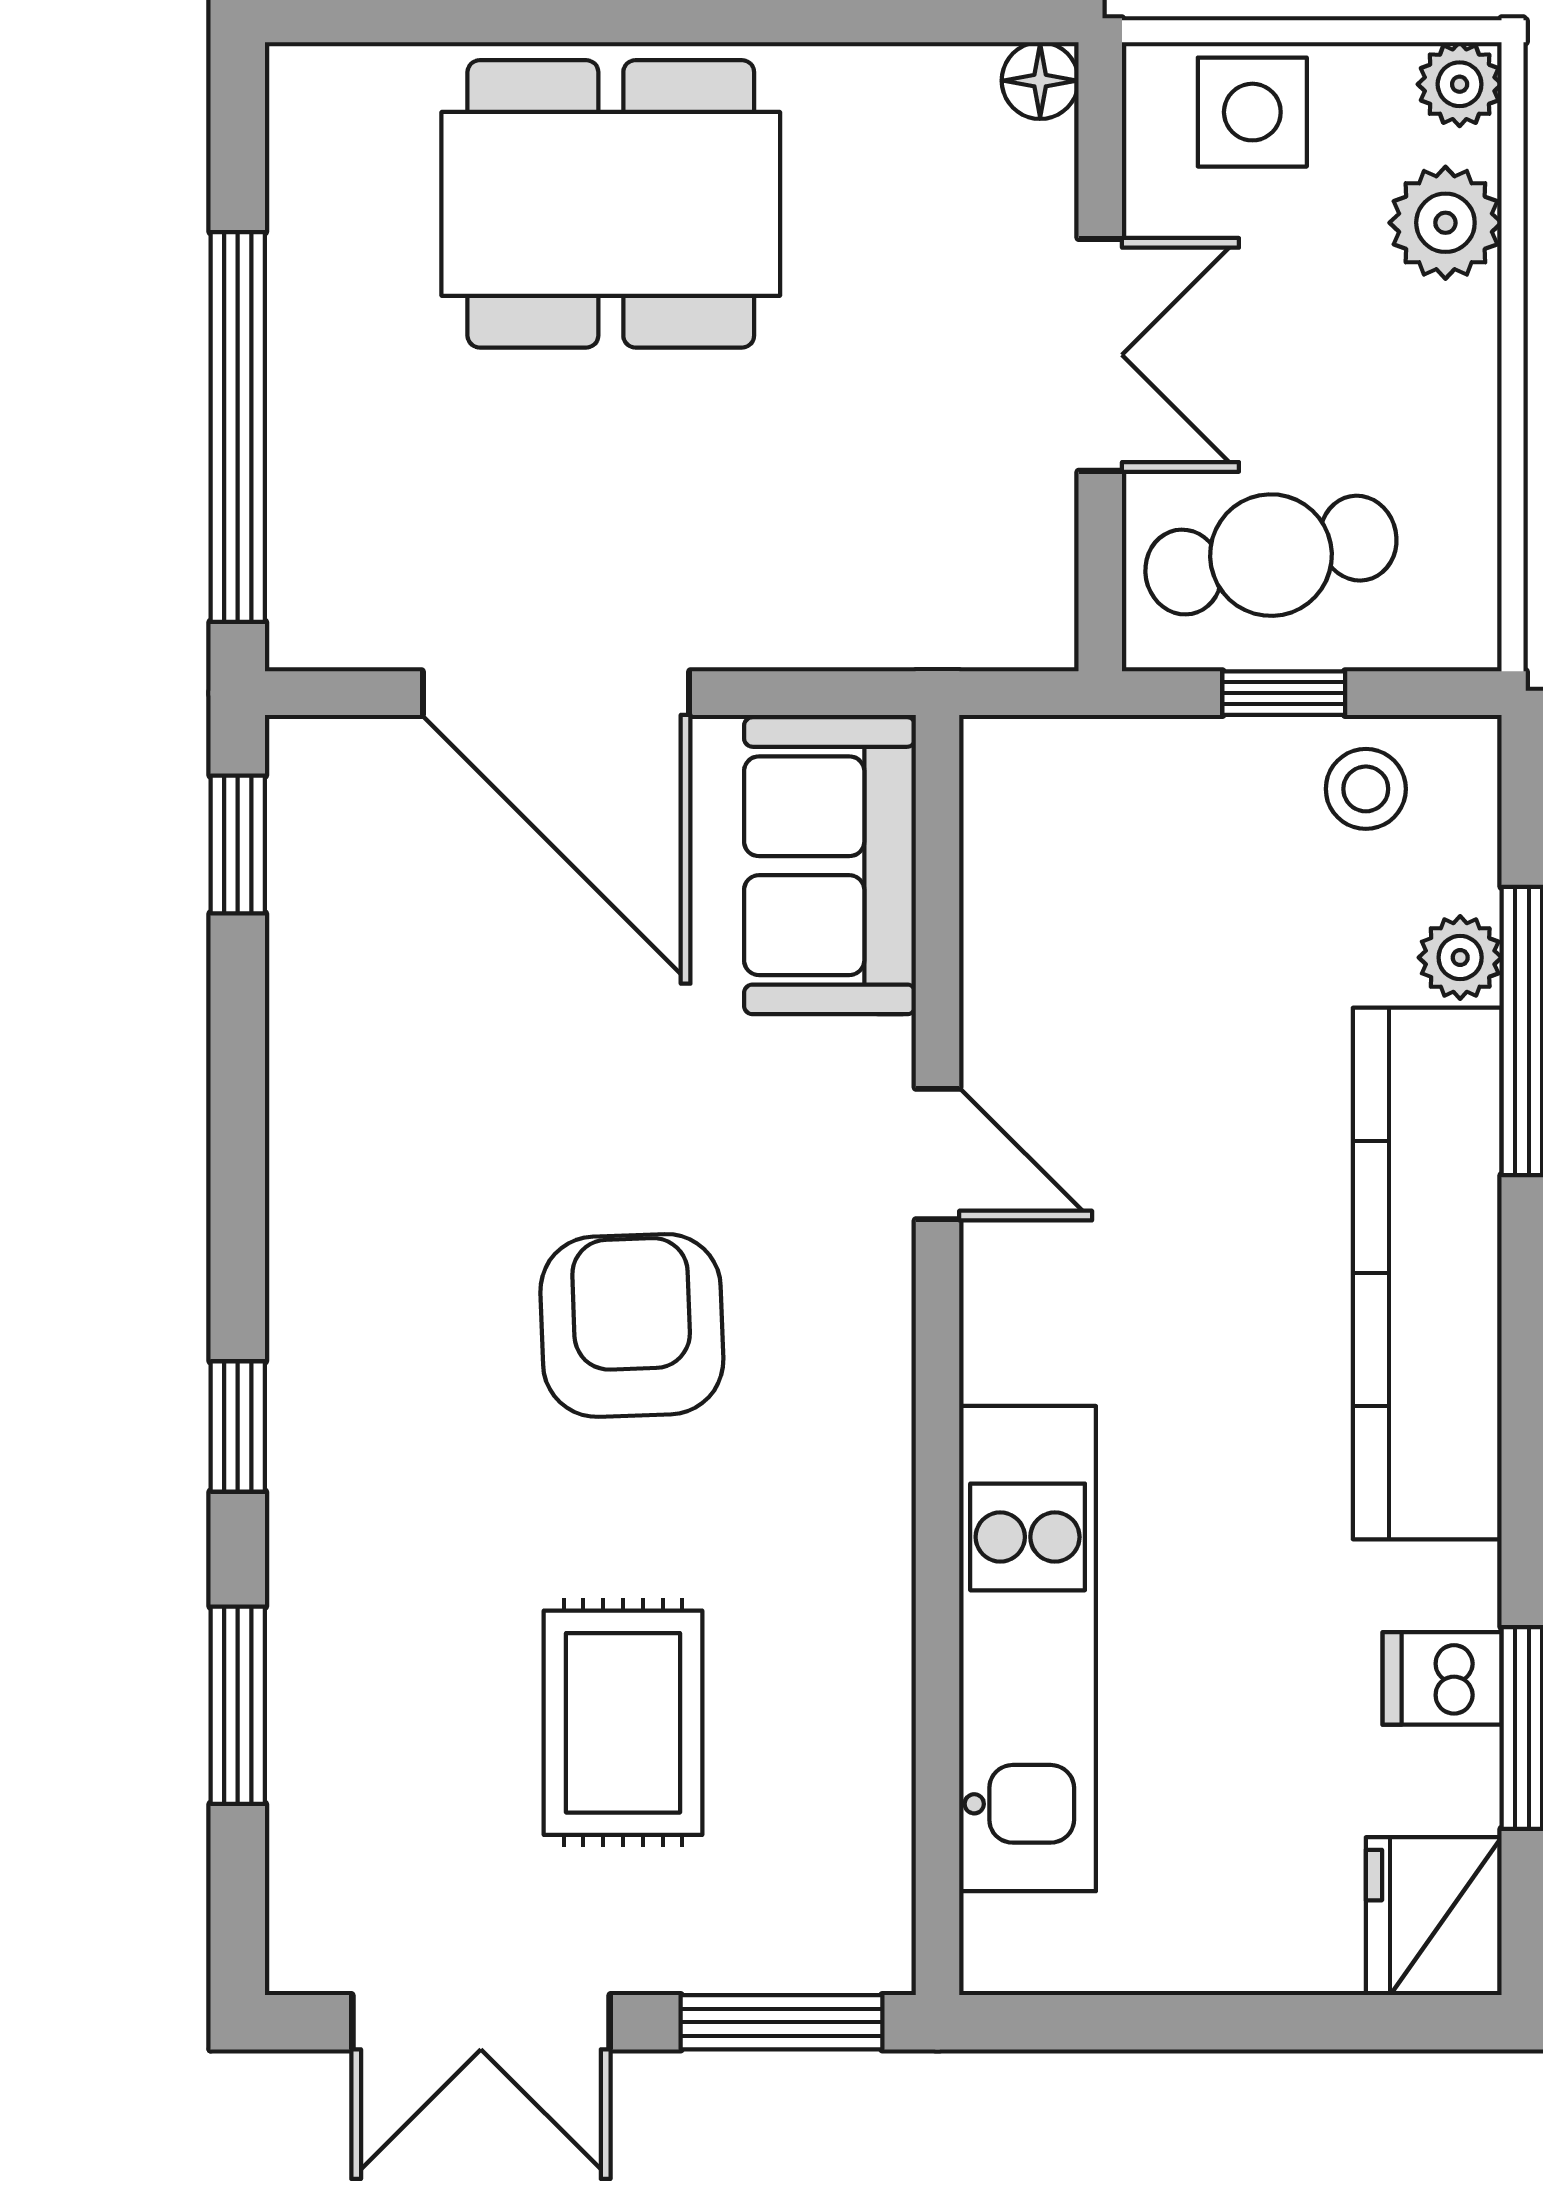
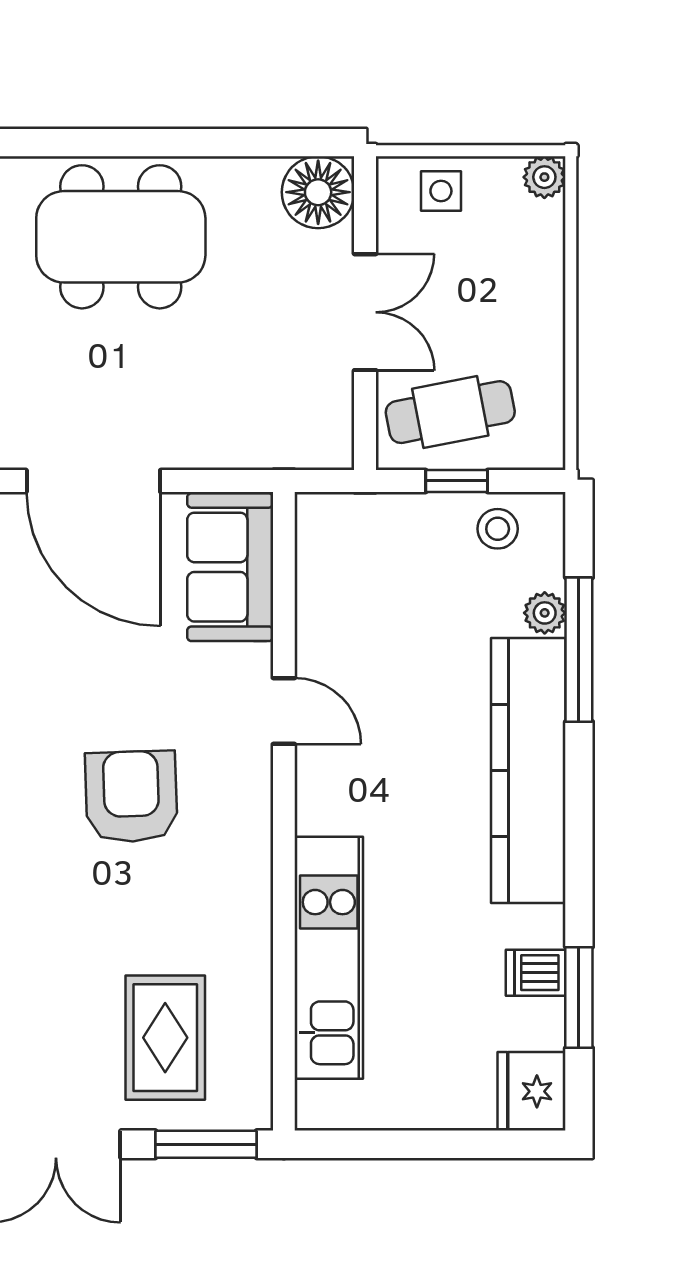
floor lamp: (1040, 81) -> (318, 192), width x1.89, depth x1.89
side table: (1252, 112) -> (441, 191), width x0.73, depth x0.73
plant: (1445, 223) -> (537, 246), removed
rug: (623, 1723) -> (165, 1038), moved

